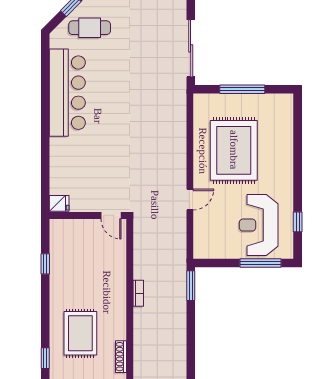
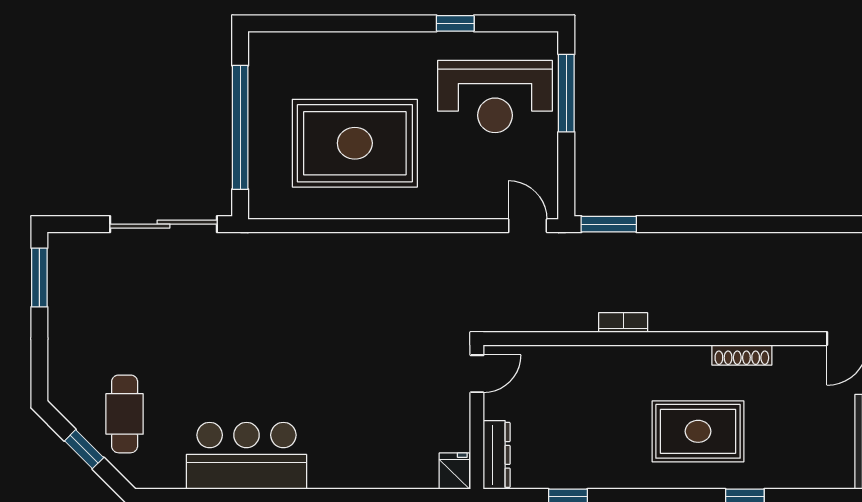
window: (242, 89) -> (240, 127), width x1.46
bar counter: (67, 93) -> (246, 456), width x0.73
door: (190, 199) -> (528, 226), moved
window: (298, 222) -> (455, 23), moved
dresser: (68, 226) -> (497, 455), added

